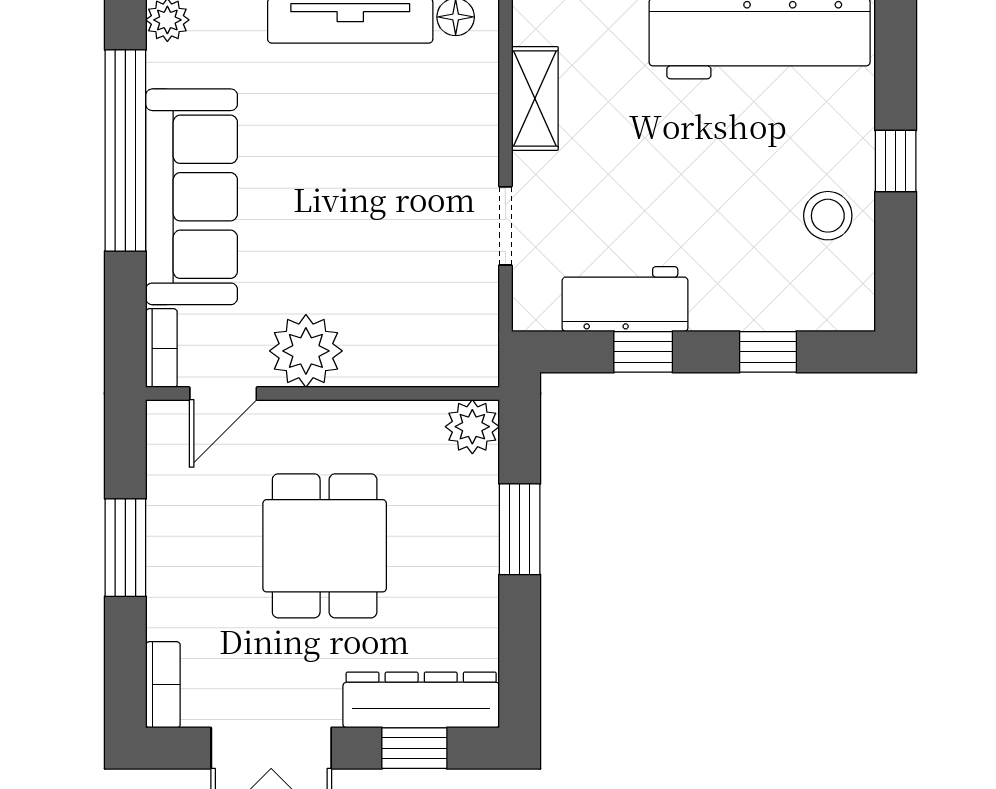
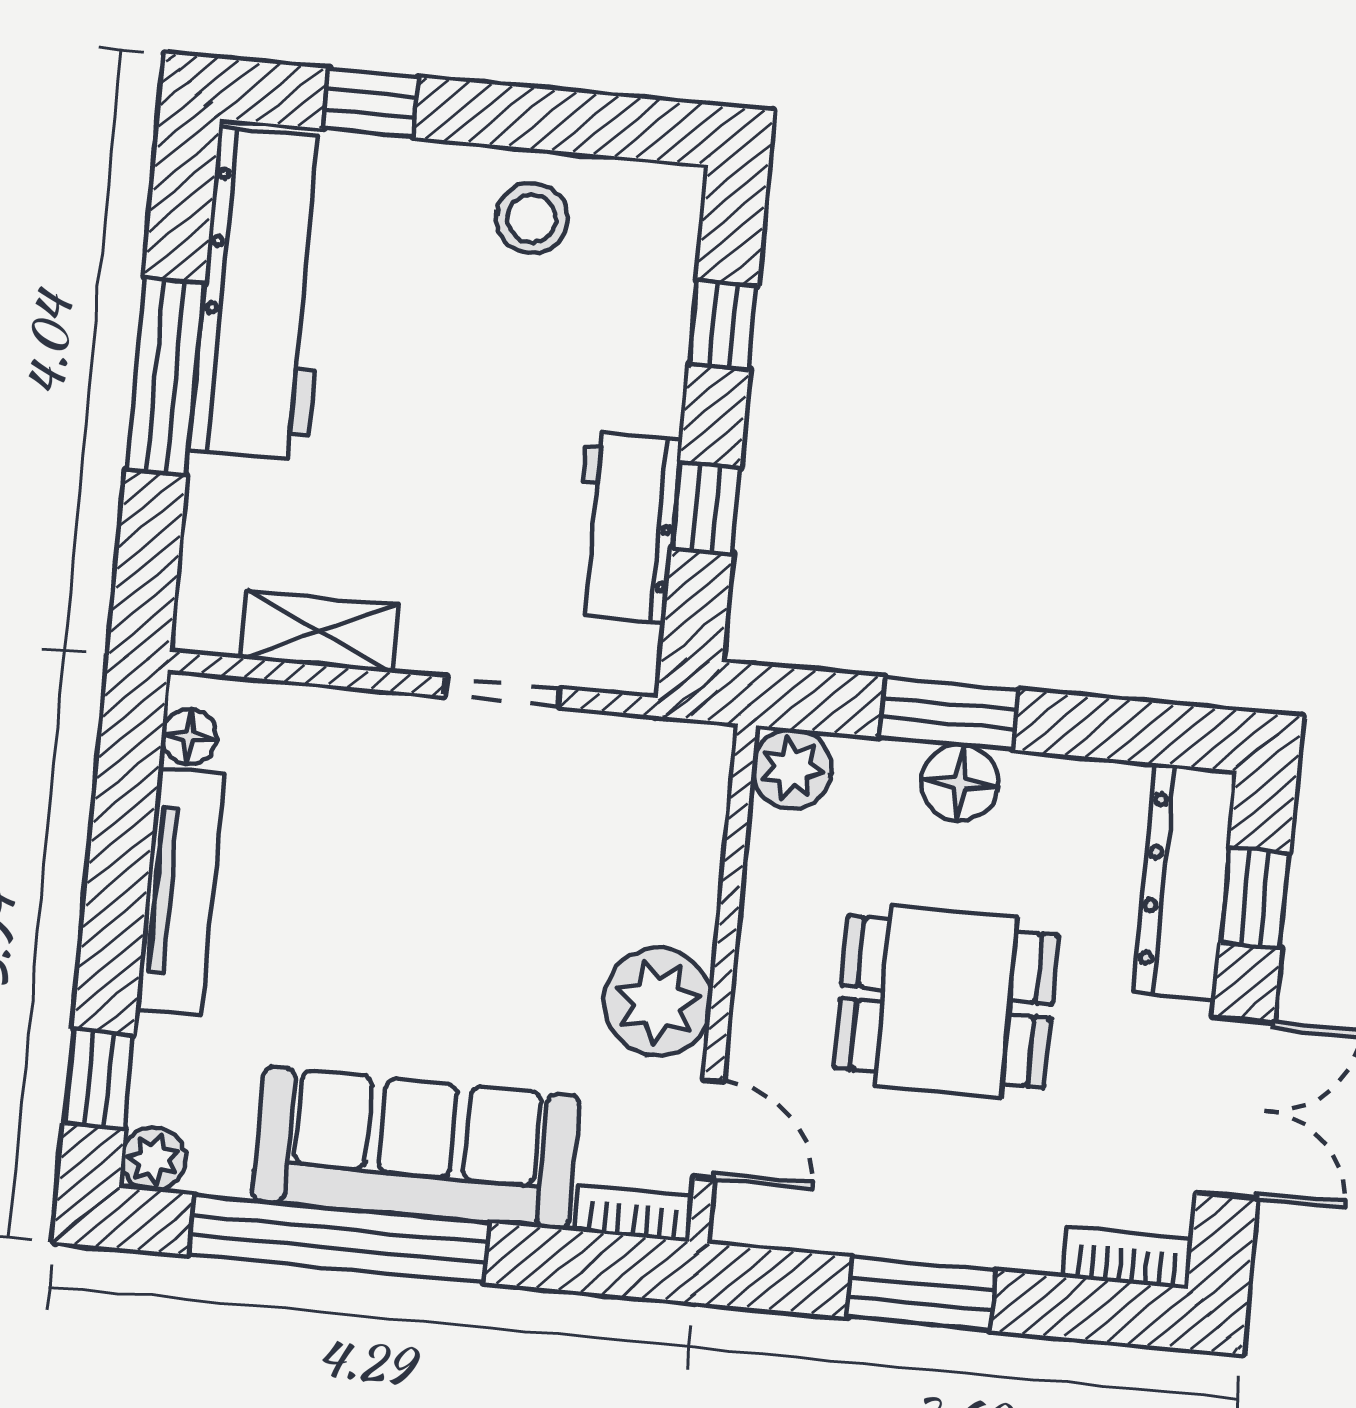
window: (896, 161) -> (371, 103), moved
floor lamp: (473, 541) -> (960, 783), added

